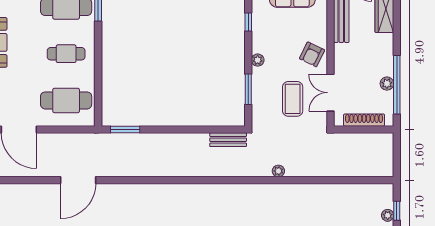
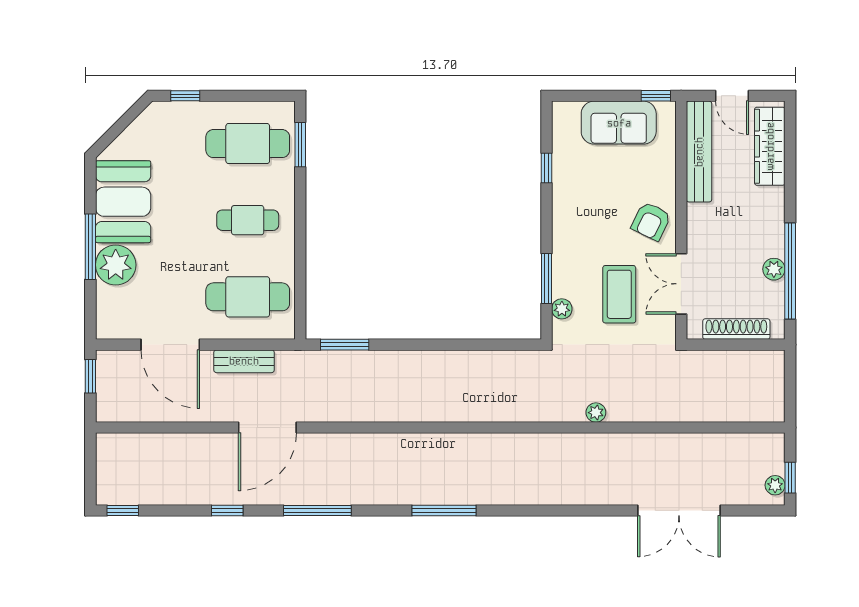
plant: (258, 60) -> (562, 309), moved
bench: (228, 140) -> (244, 361), moved

